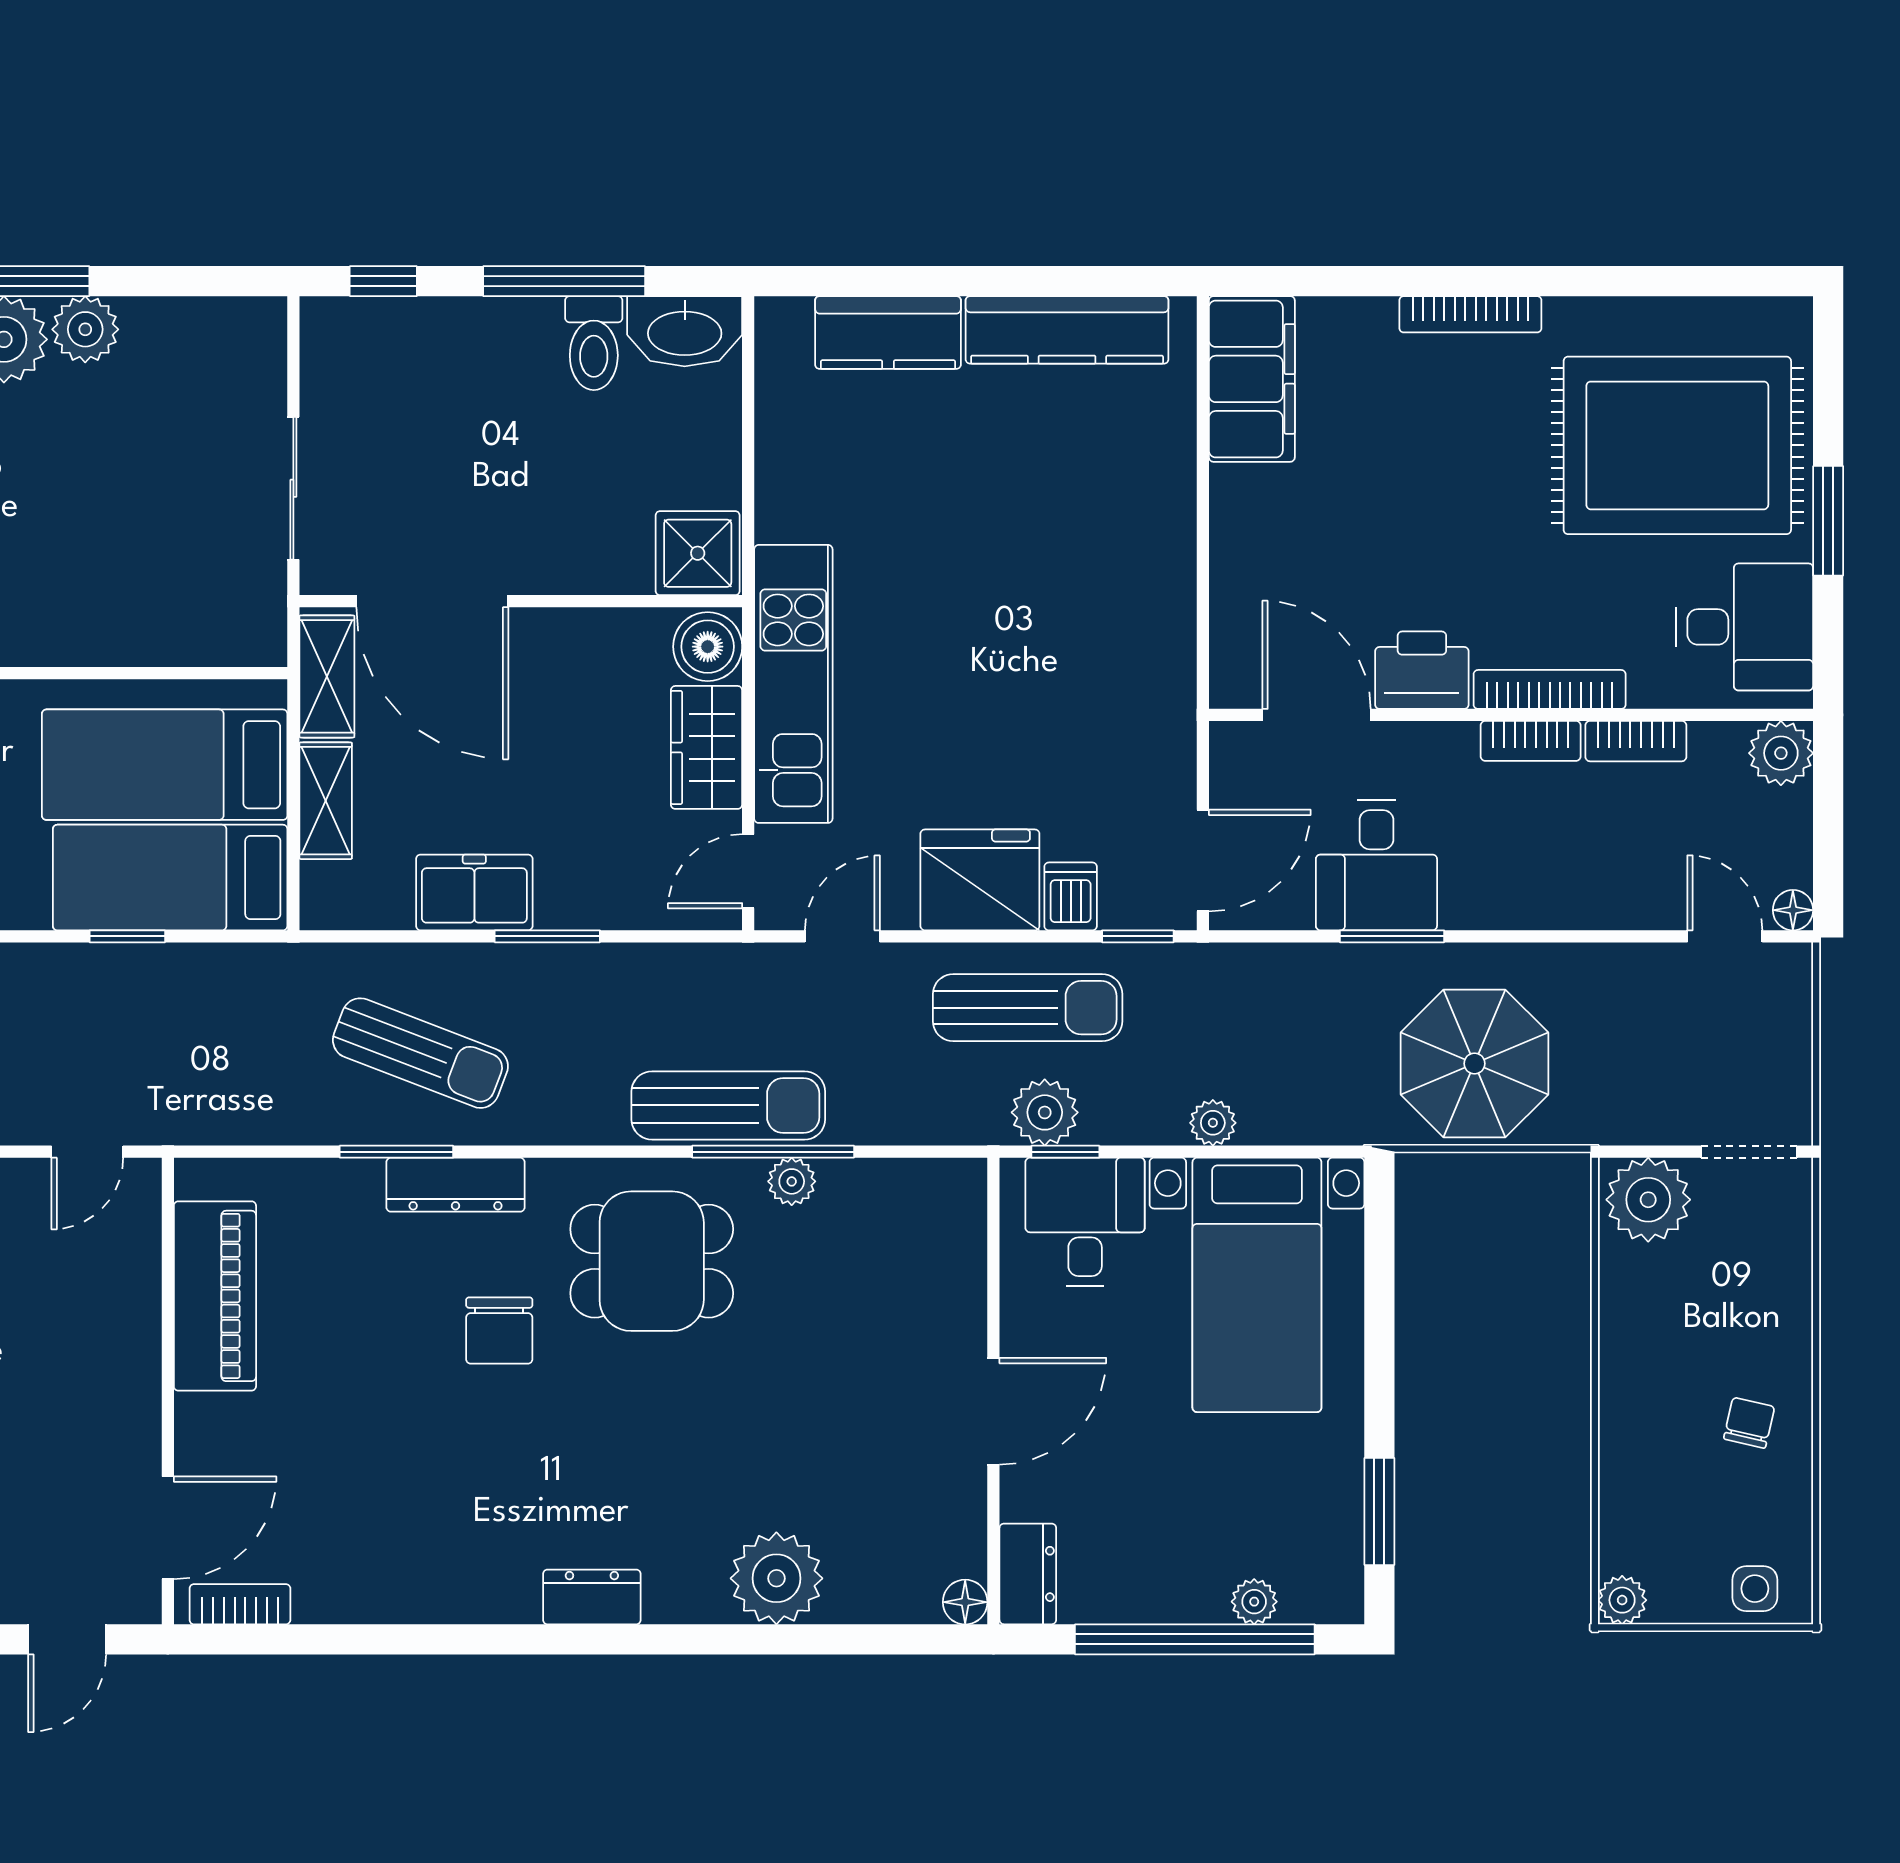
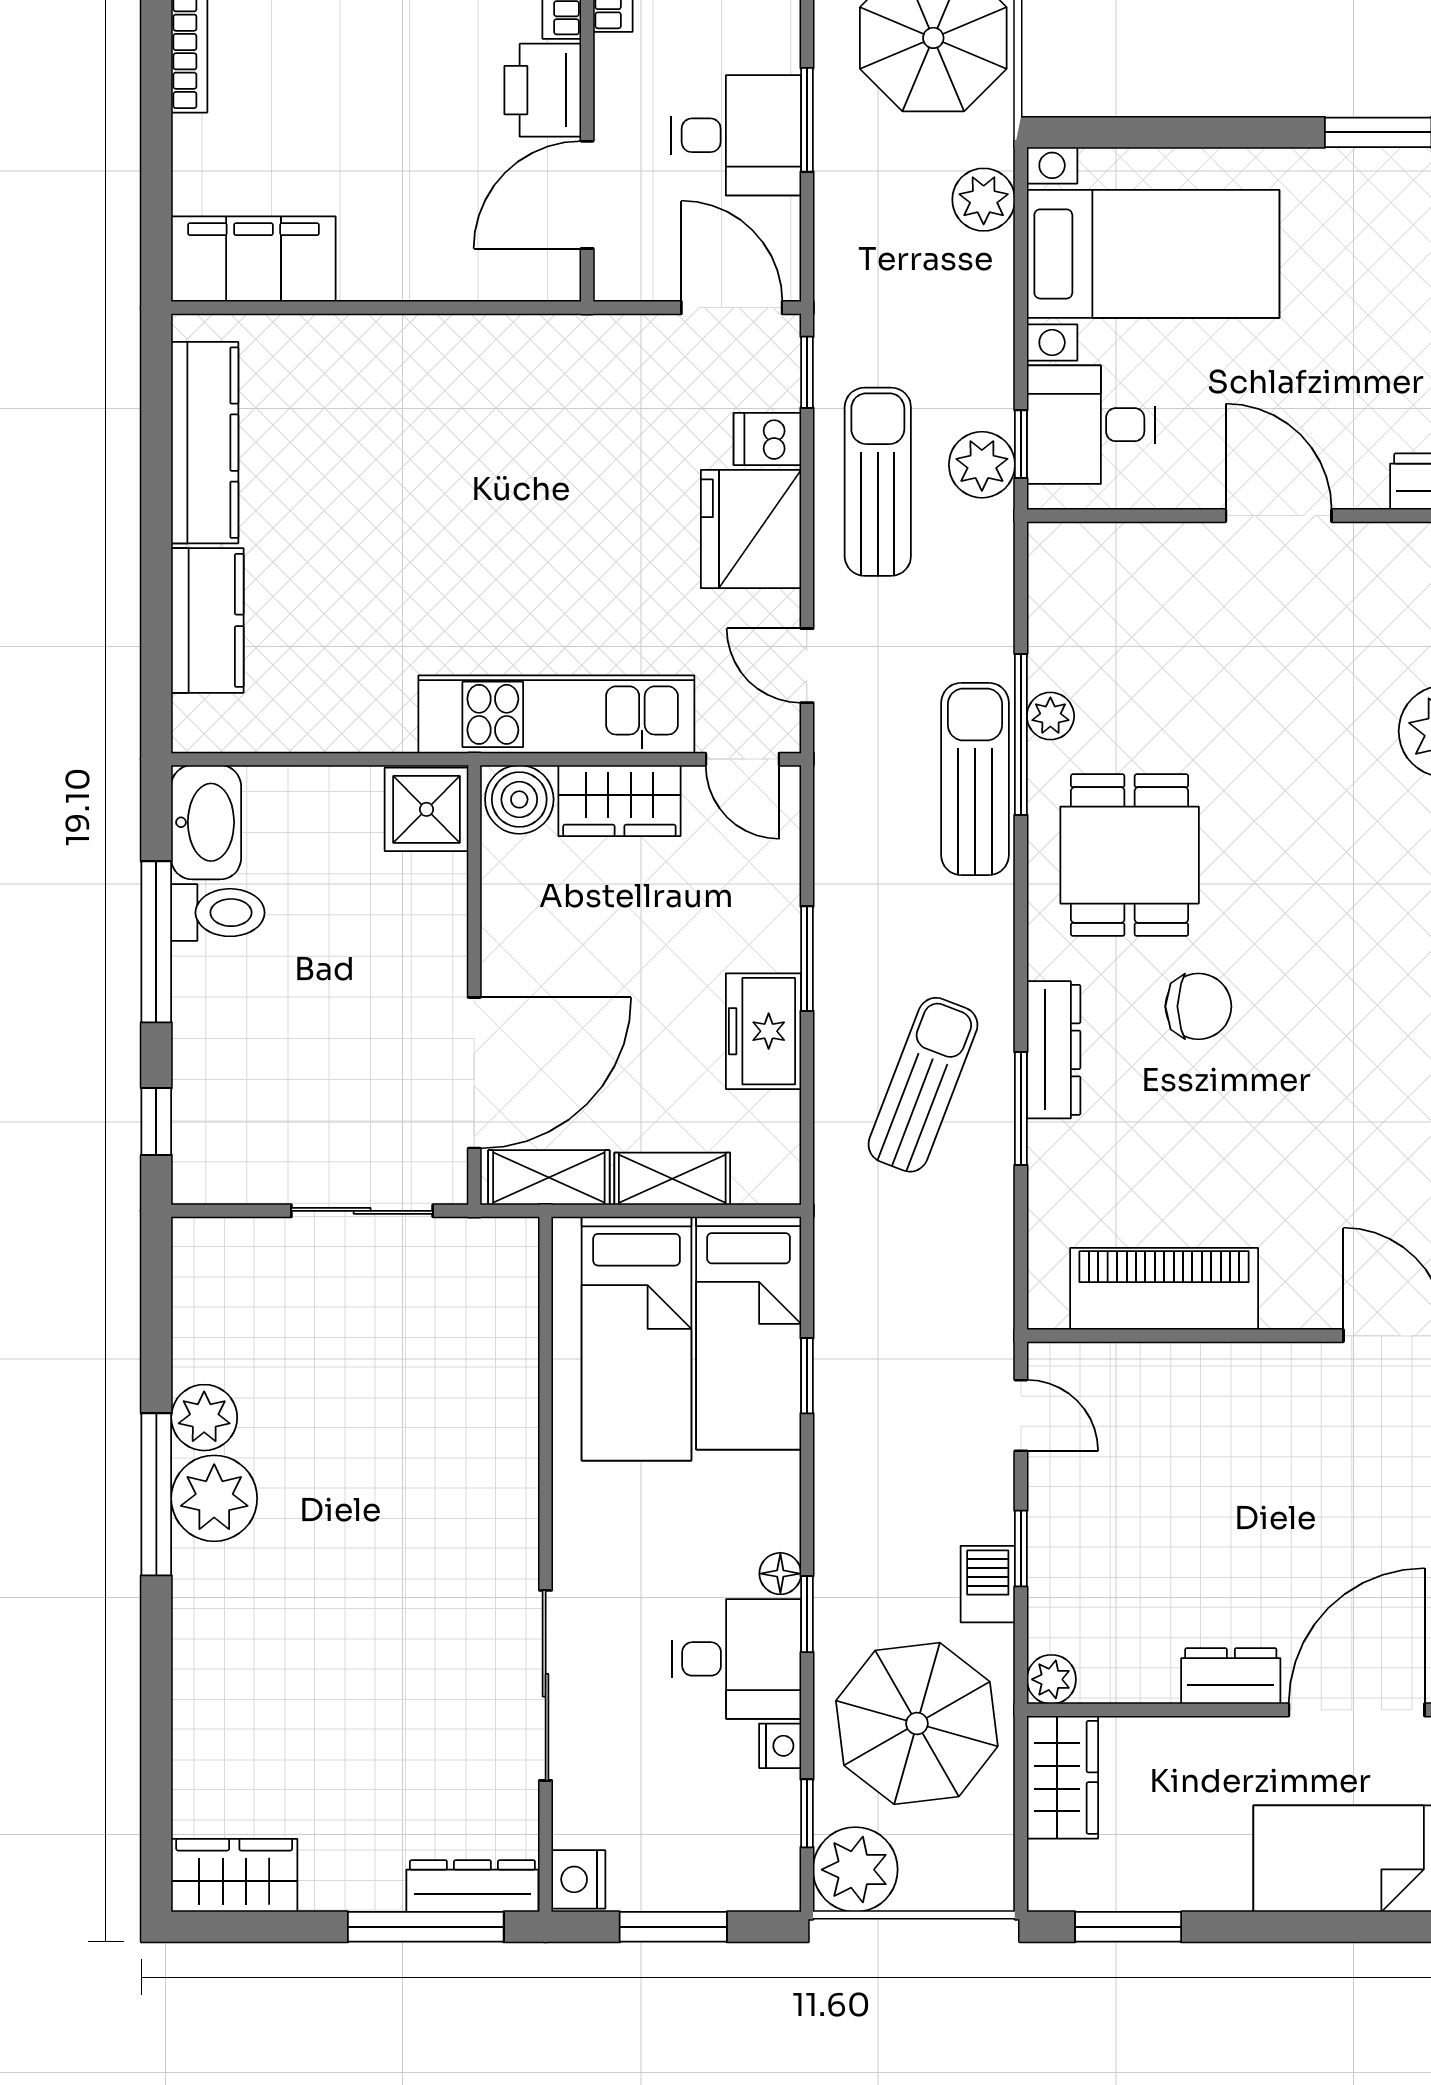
plant: (1213, 1123) -> (984, 200), moved, width x1.38, depth x1.38

